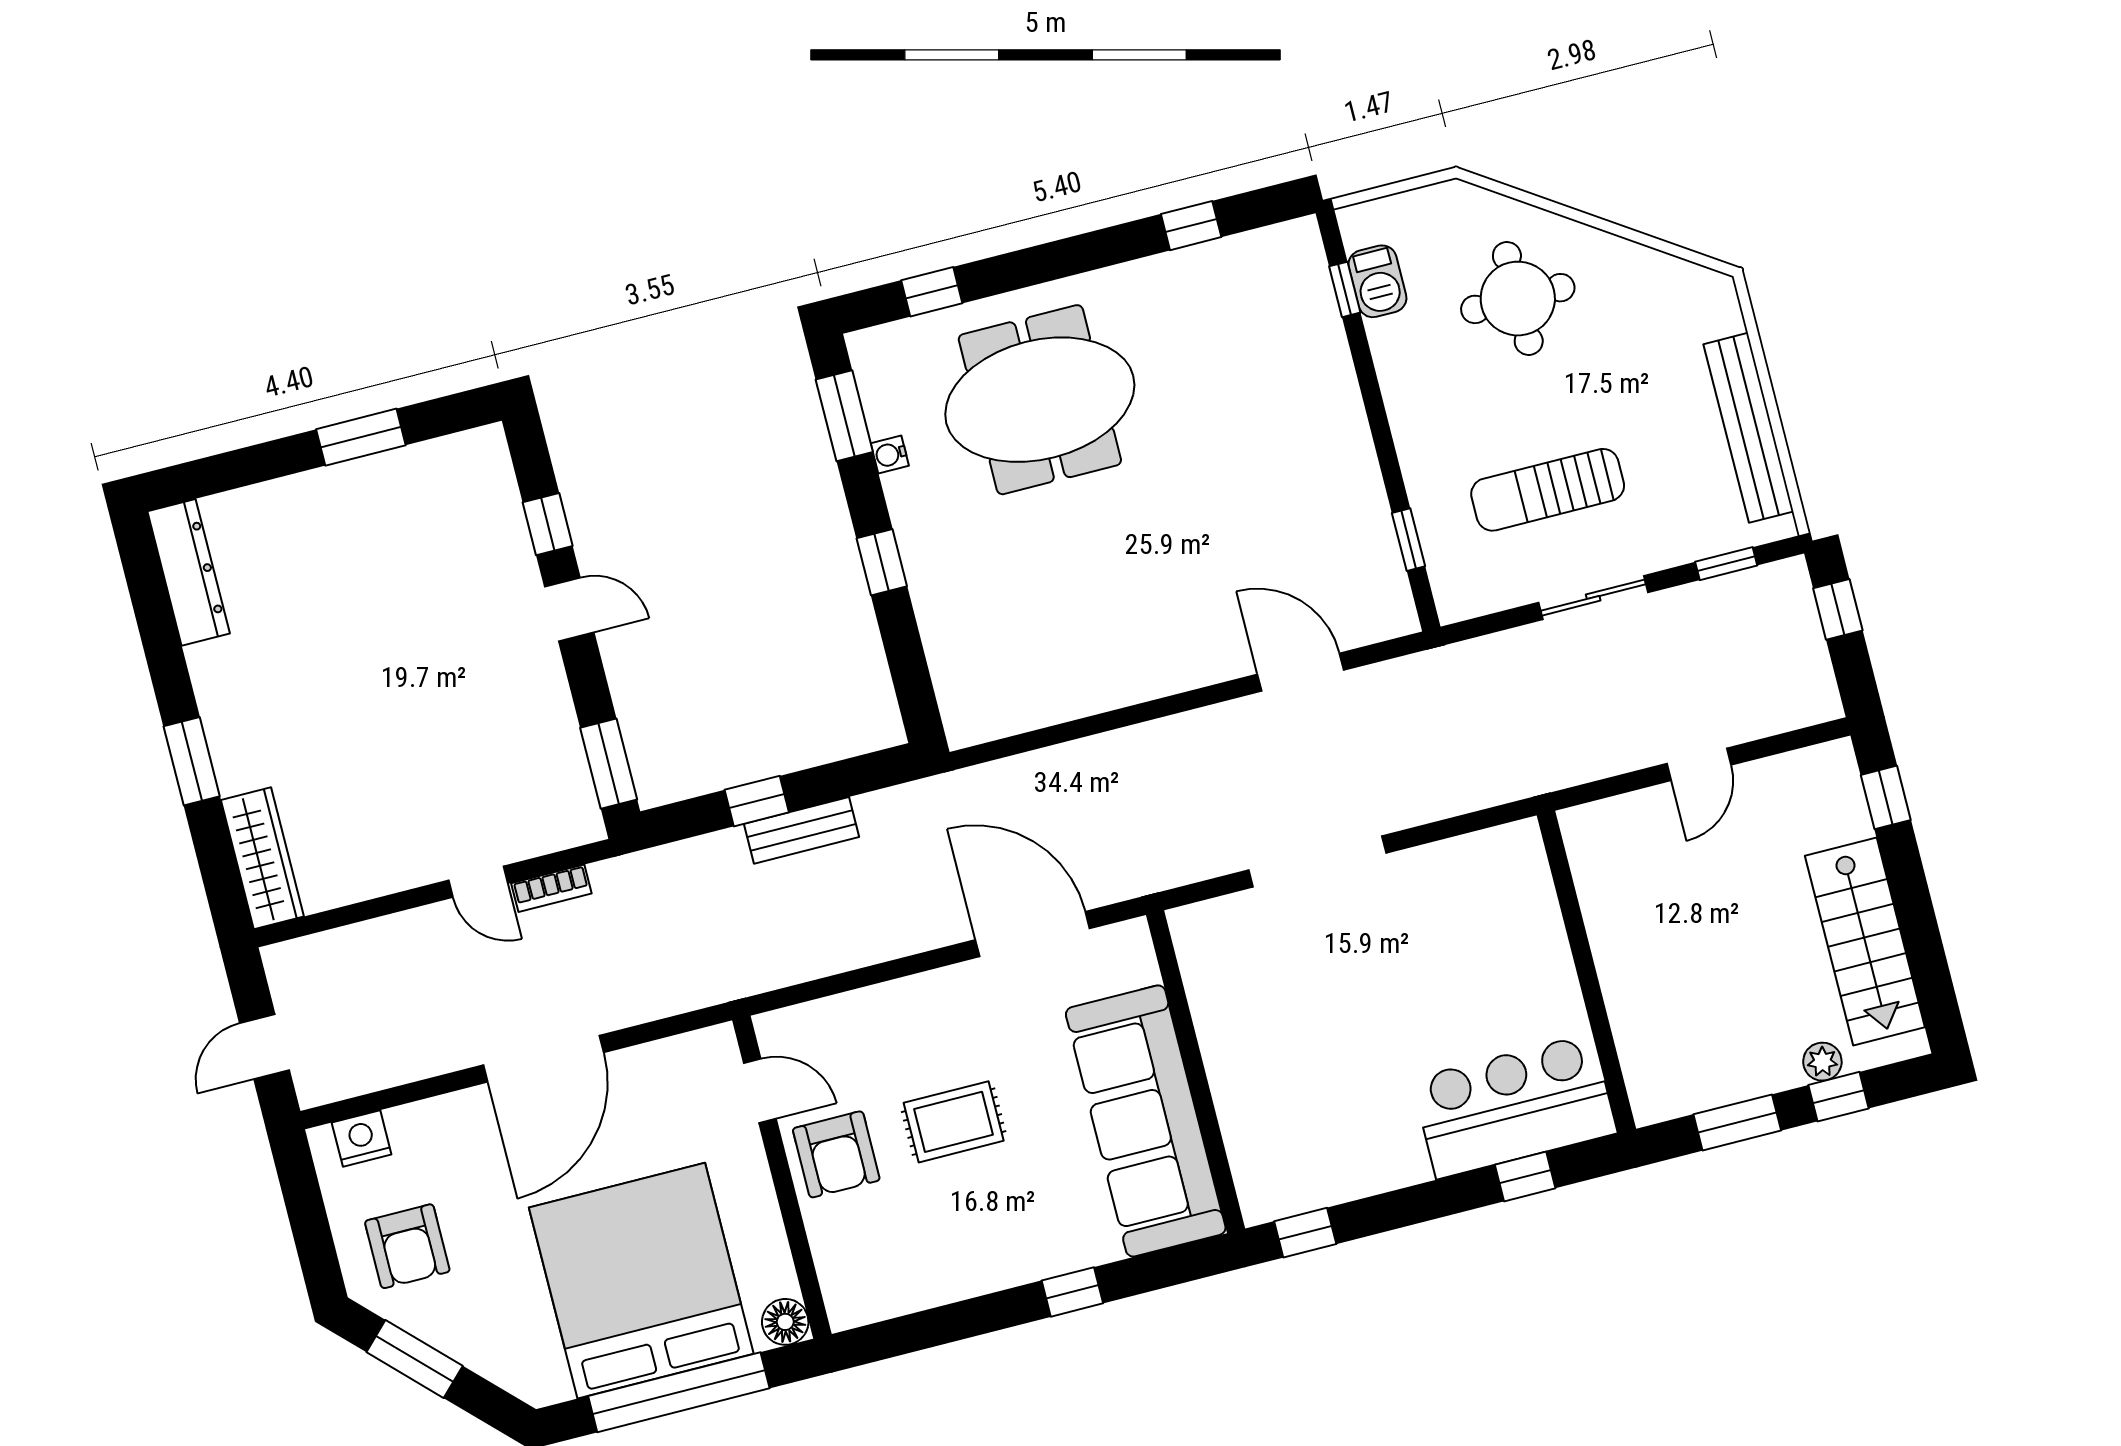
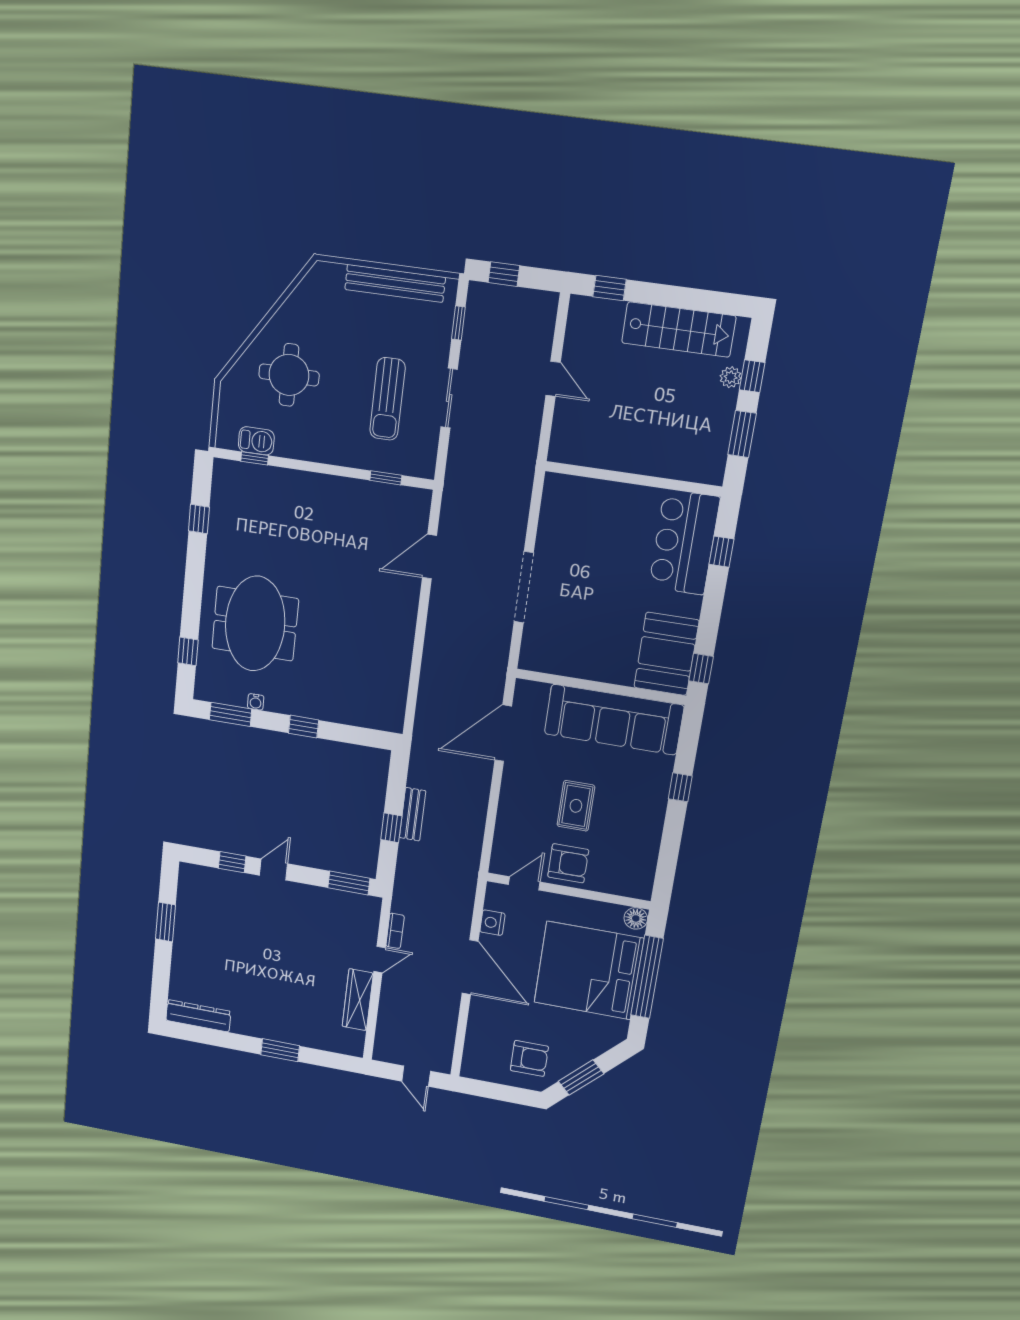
wardrobe: (262, 858) -> (358, 1000), moved, turned -90
nightstand: (362, 1138) -> (492, 923), moved
booth: (1305, 1161) -> (666, 654), added

